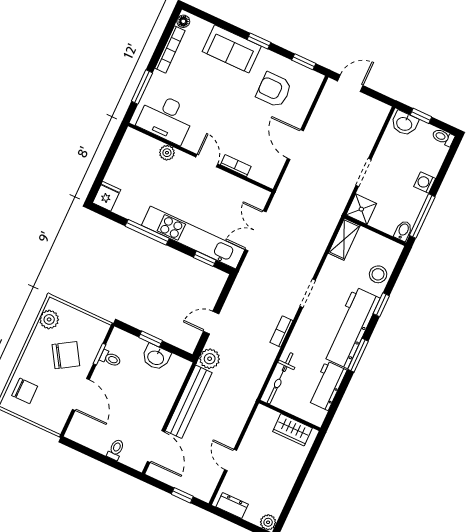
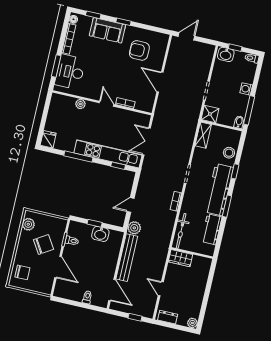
window: (304, 62) -> (93, 15), moved
desk: (166, 118) -> (70, 72), moved, turned 90
wardrobe: (292, 430) -> (180, 258), moved

